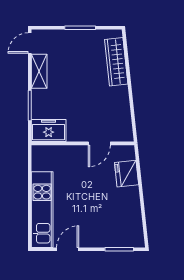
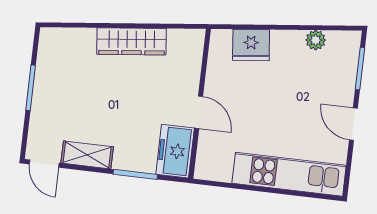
wardrobe: (116, 62) -> (132, 41), moved
door: (99, 143) -> (199, 112), moved
plant: (135, 217) -> (316, 40), added
door: (68, 249) -> (353, 124), moved

